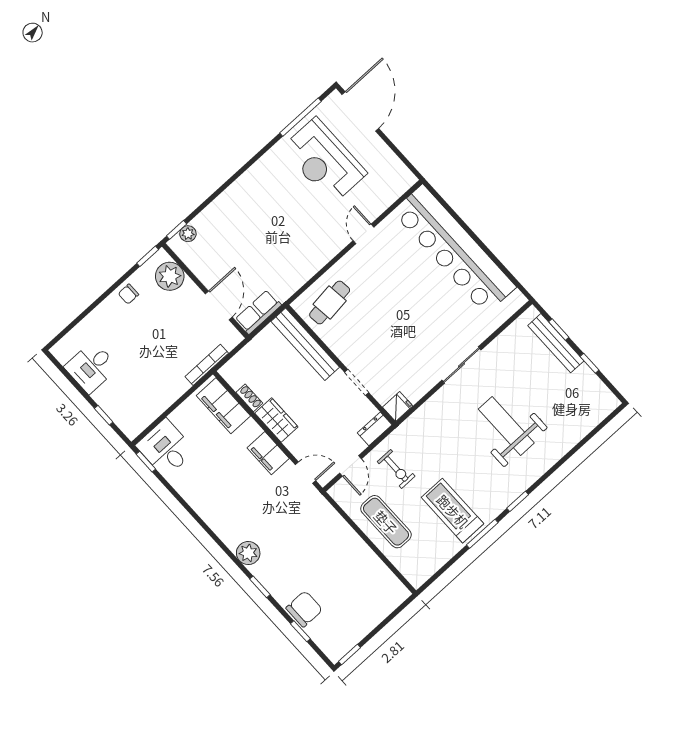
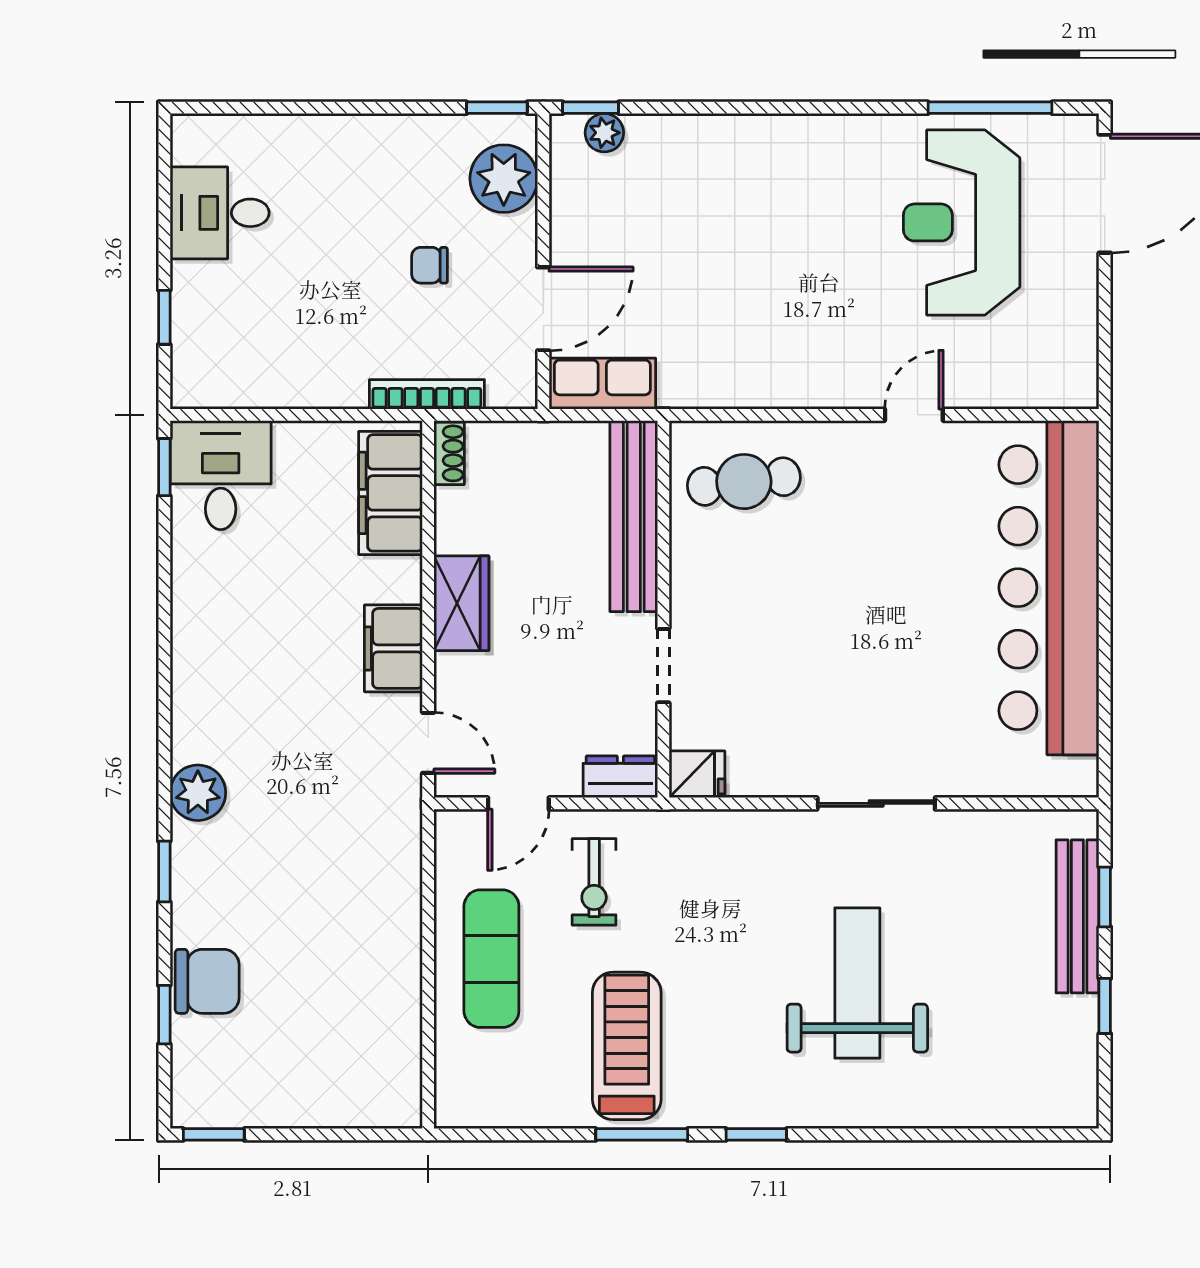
chair: (128, 294) -> (430, 265), moved
shoe rack: (249, 398) -> (449, 453), moved

